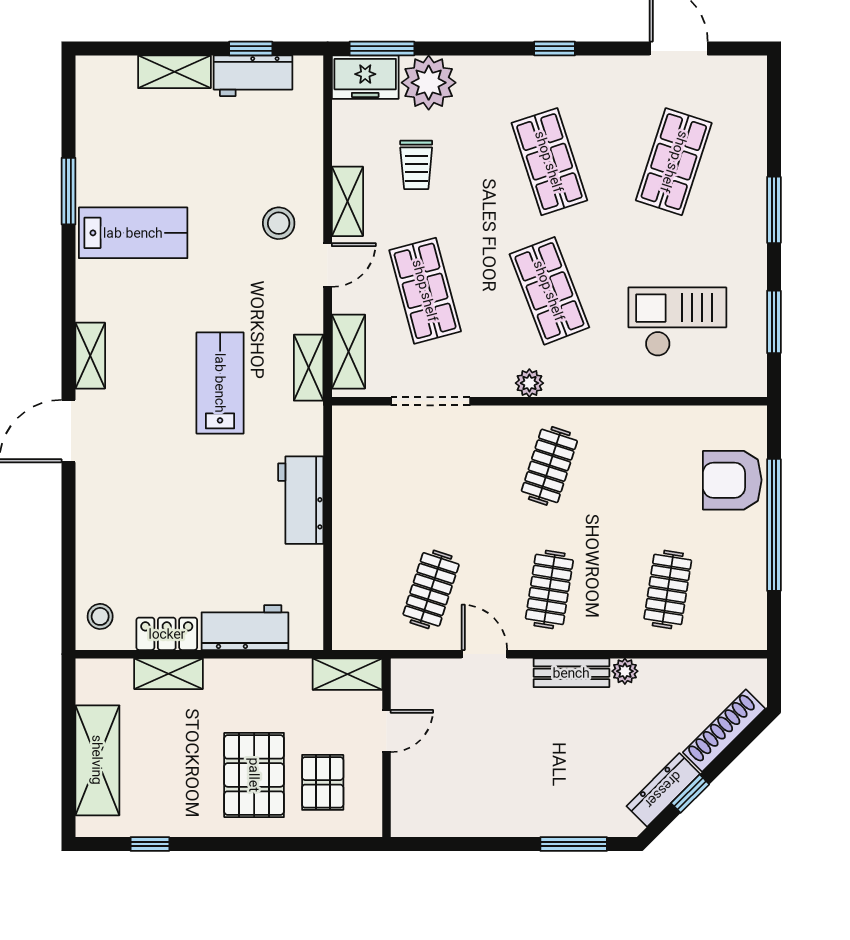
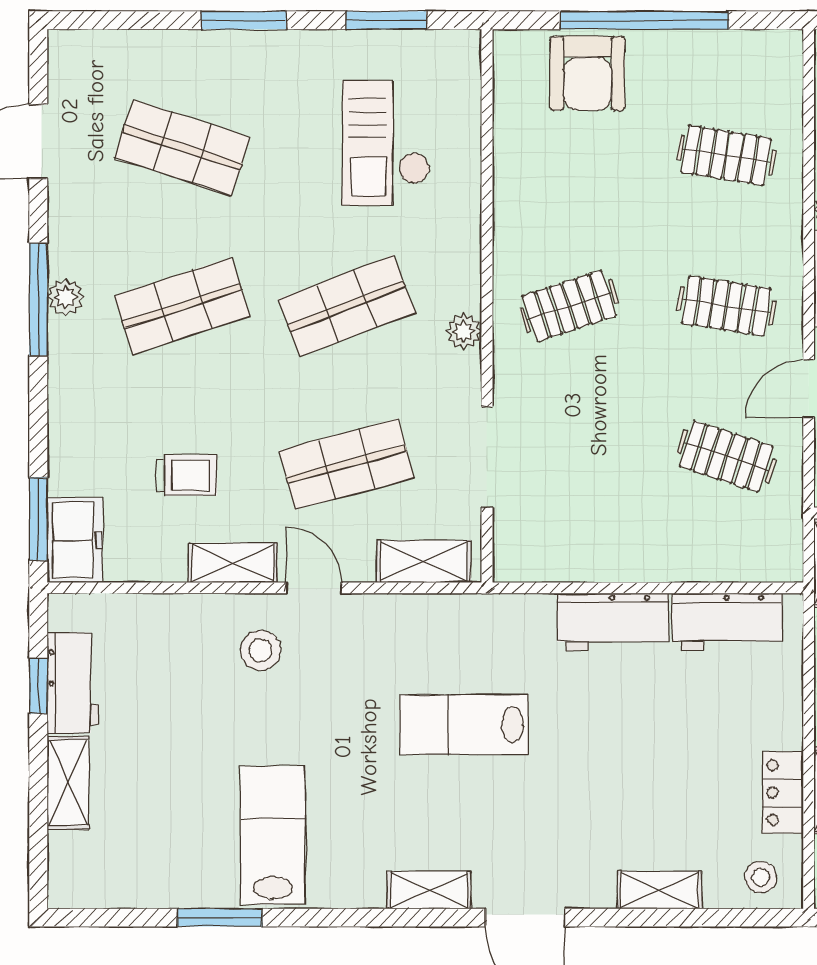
window: (555, 48) -> (38, 299), width x2.17
plant: (429, 83) -> (66, 297), moved, width x0.53, depth x0.53
shelving: (309, 368) -> (660, 890), moved
clothes rail: (549, 466) -> (569, 306), turned -36
workbench: (245, 628) -> (727, 622), moved, turned -90

